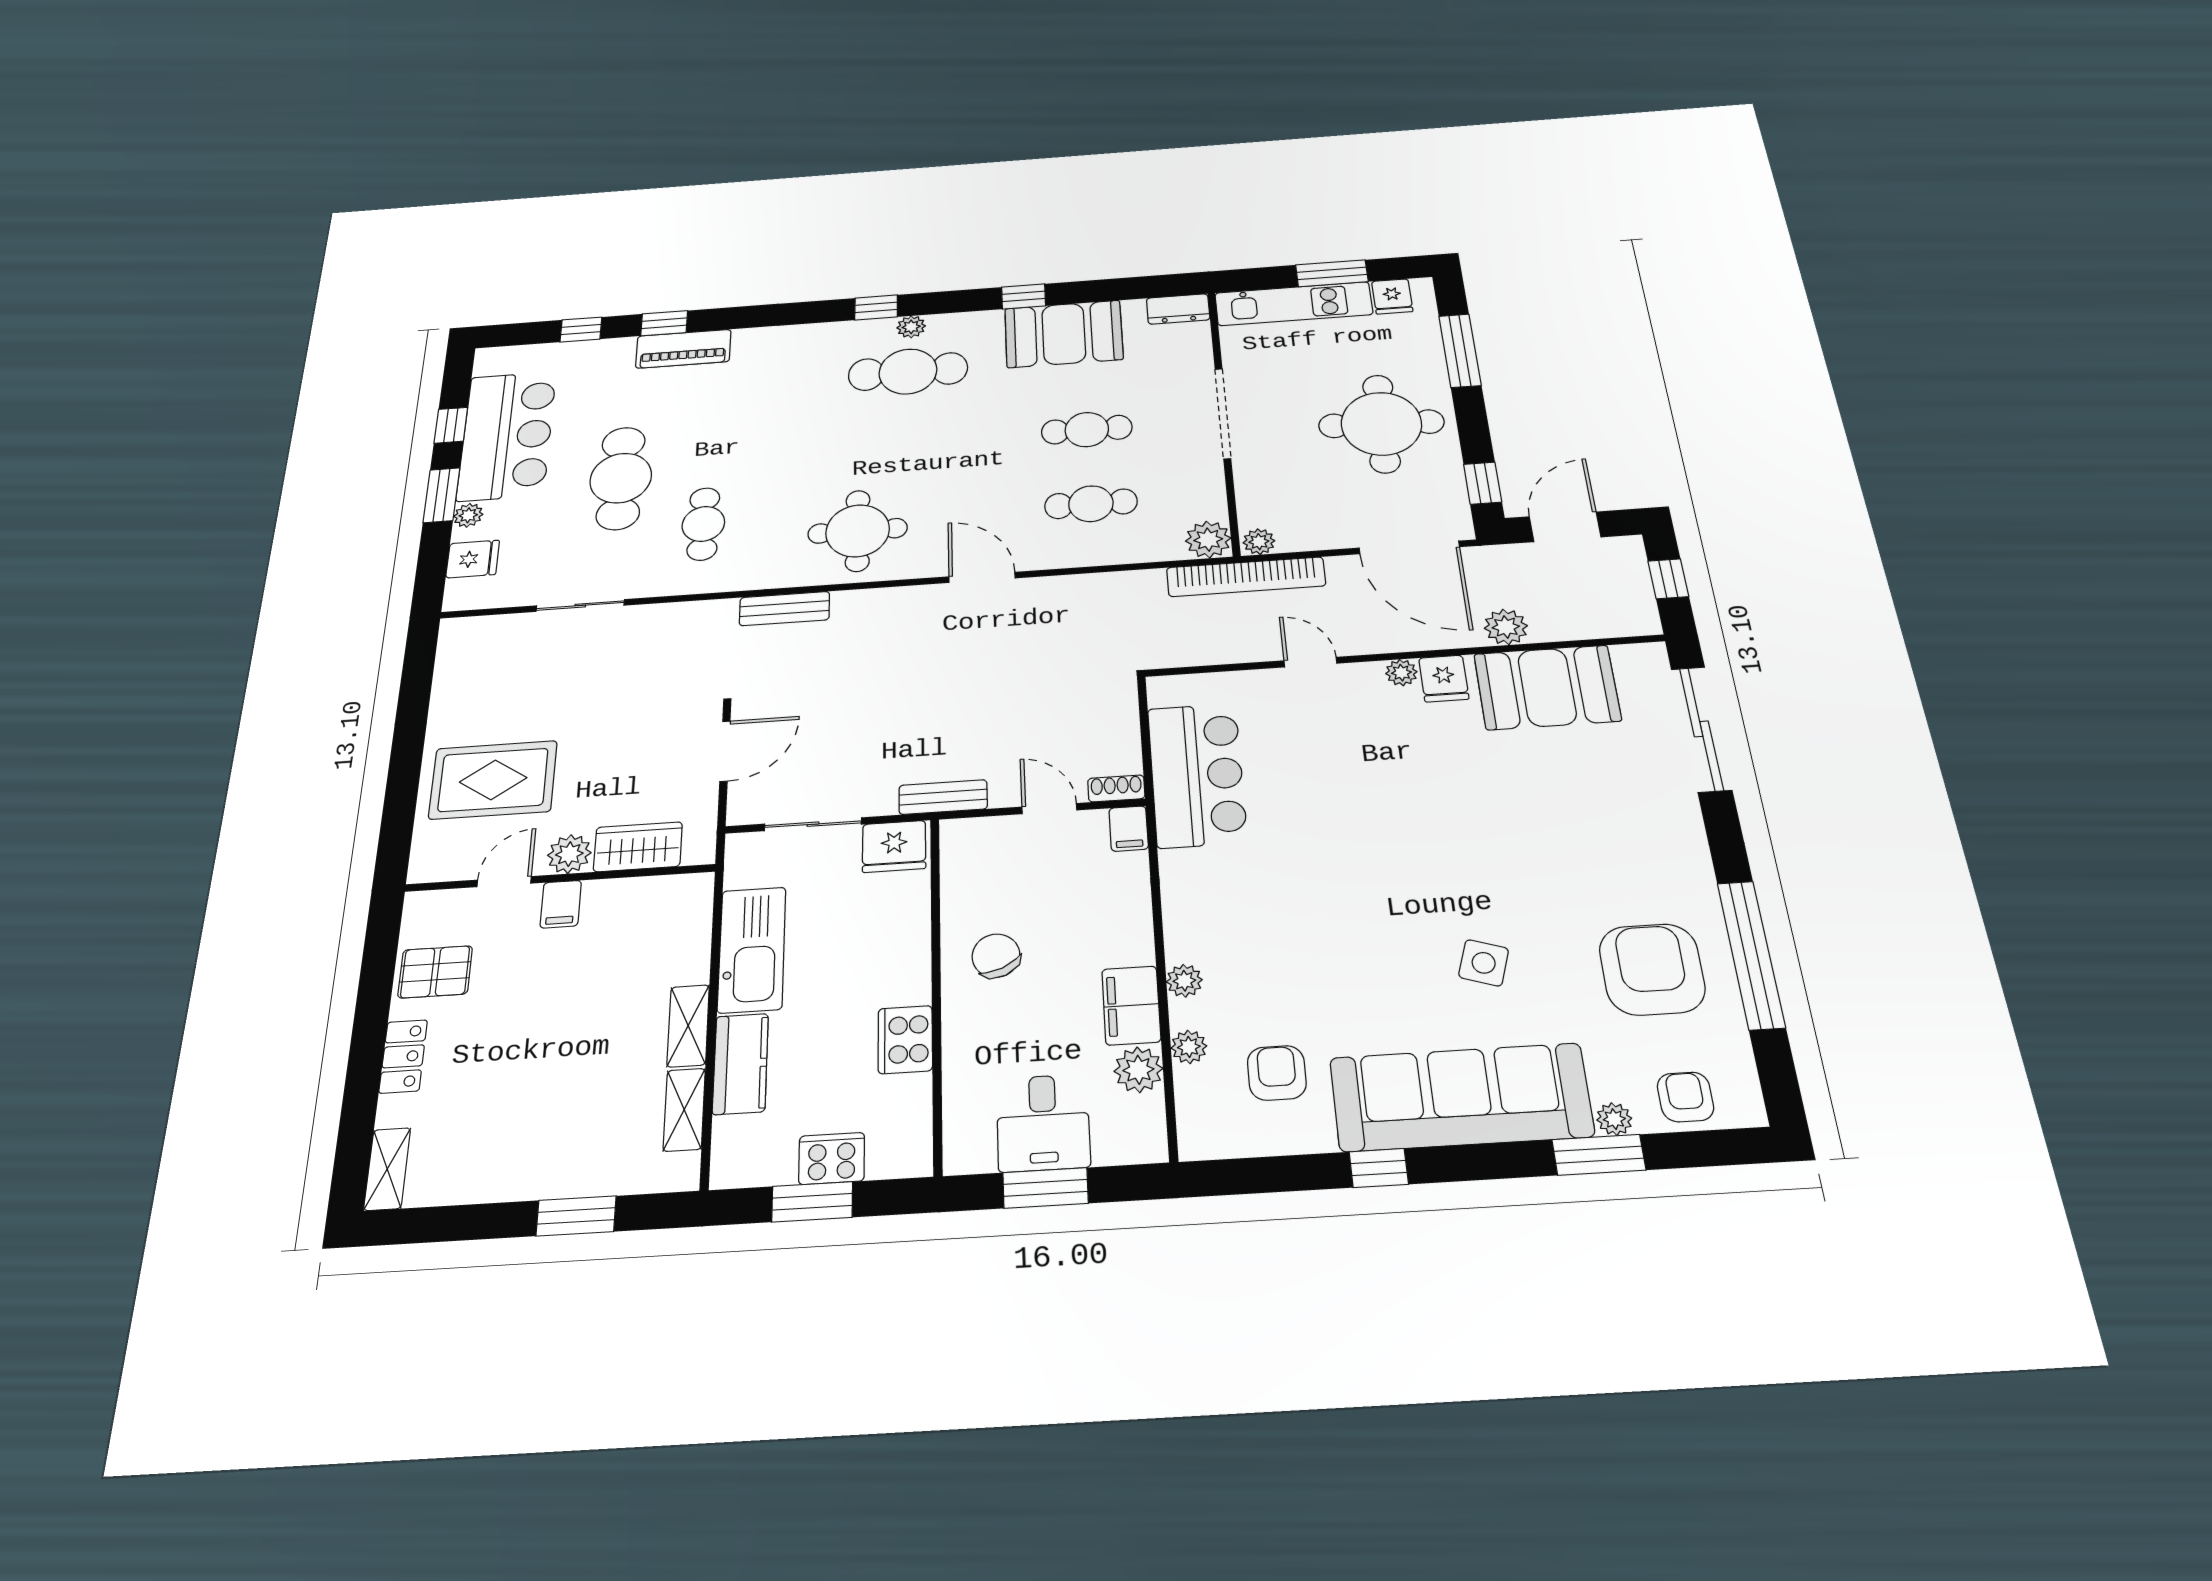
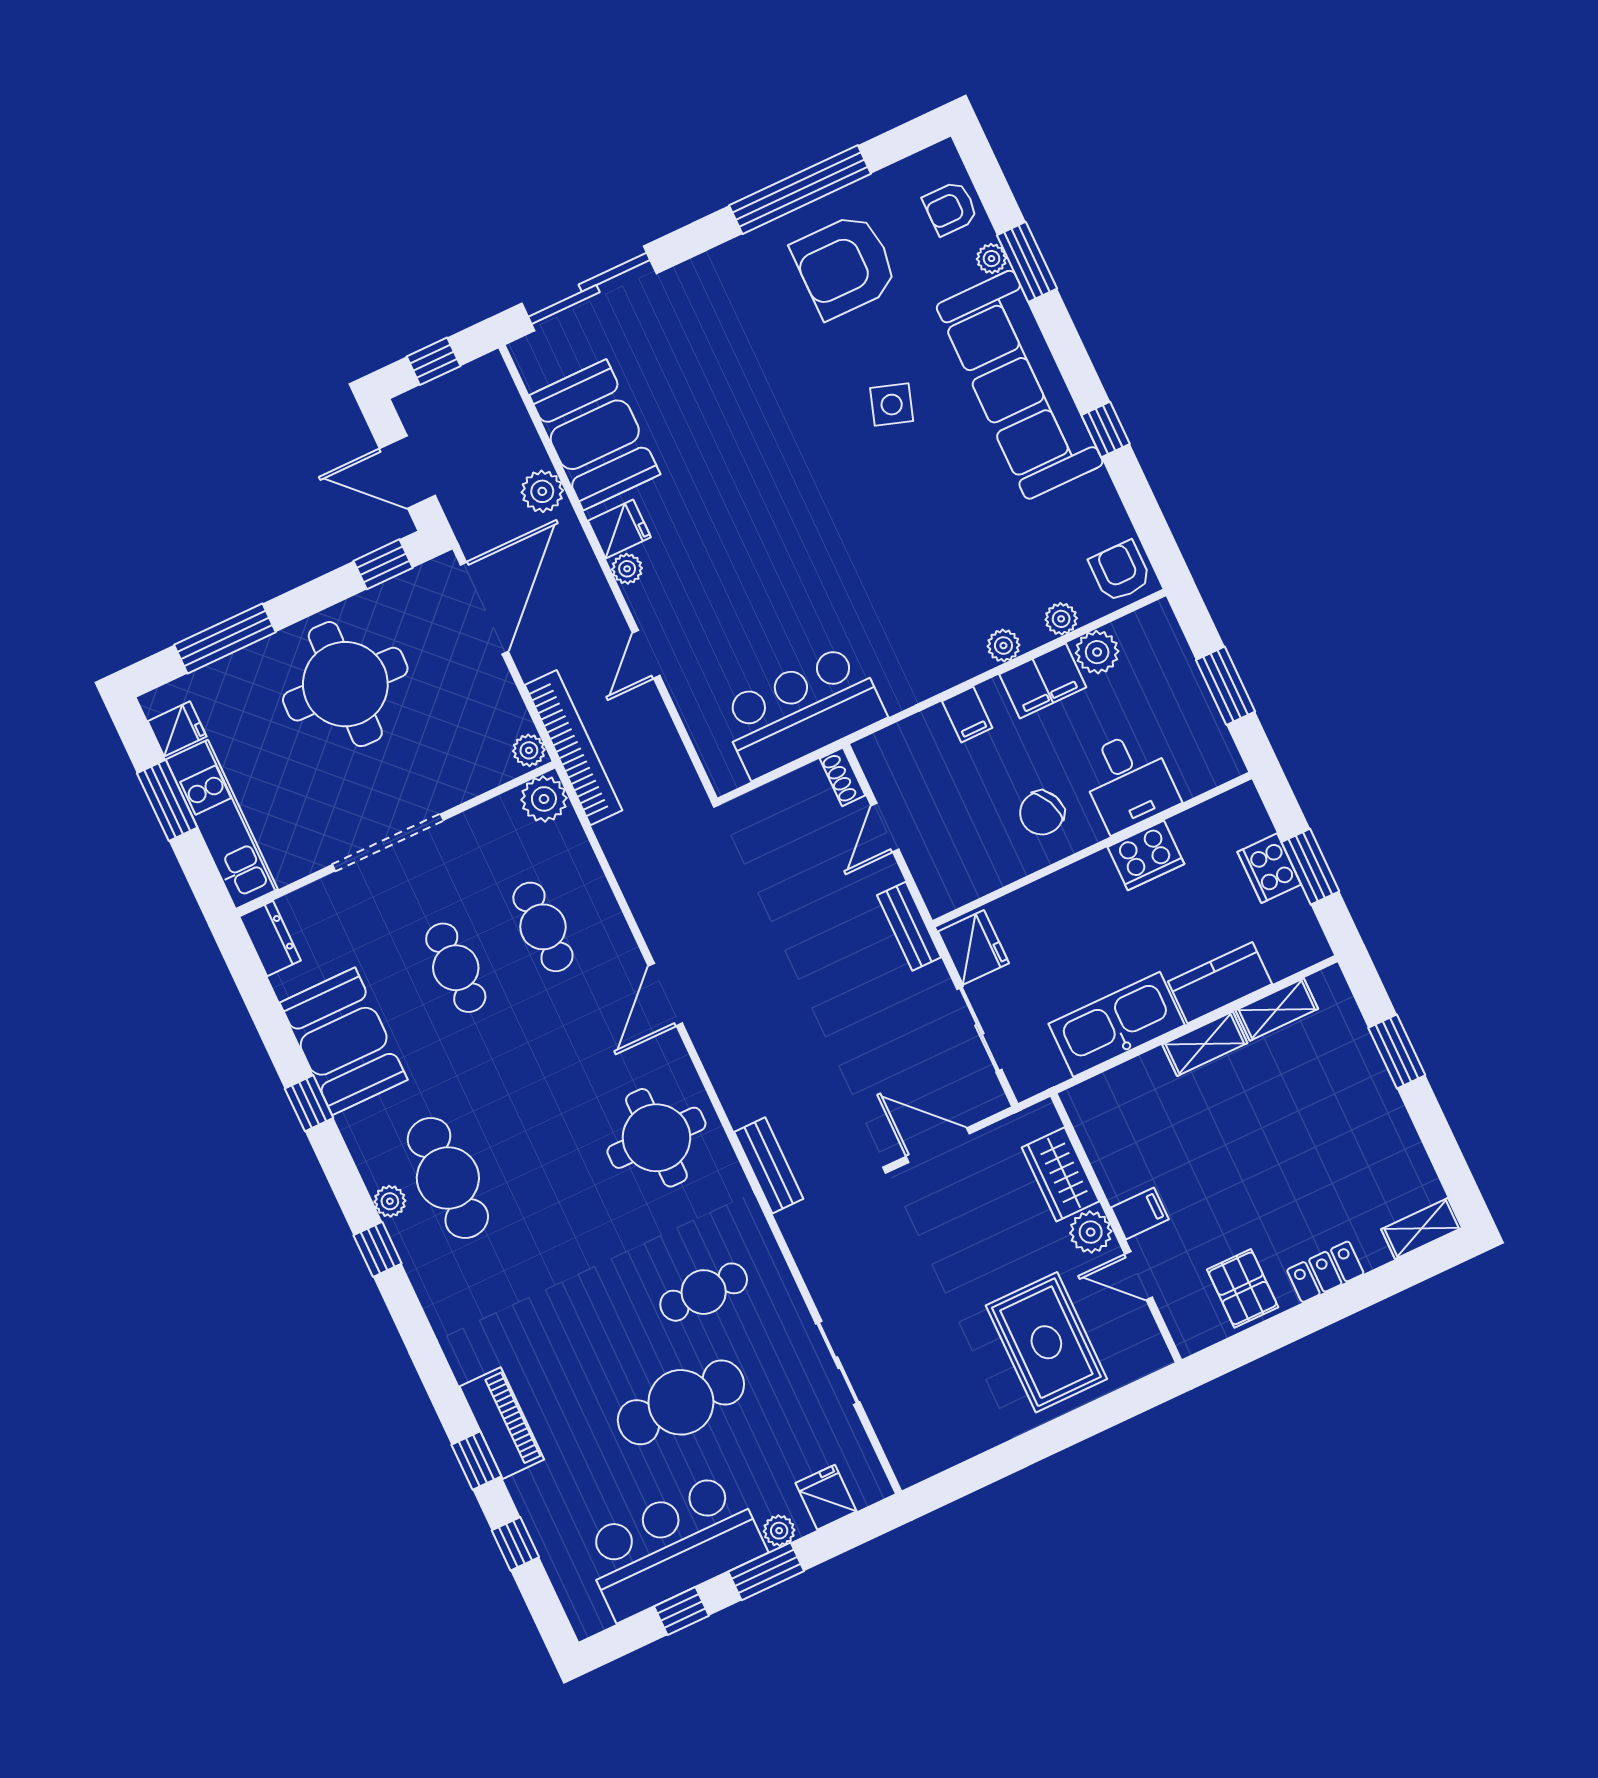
filing cabinet: (1129, 829) -> (967, 714), moved, turned 90
armchair: (1277, 1073) -> (1120, 571), moved, turned 90
desk: (1043, 1123) -> (1128, 781), moved, turned 90

